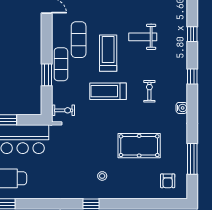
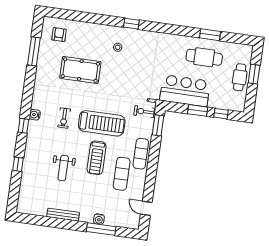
weight bench: (143, 37) -> (63, 168), turned 90
window: (47, 75) -> (158, 125), moved
treadmill: (108, 91) -> (102, 123), width x1.37, depth x1.38
water cooler: (182, 108) -> (35, 115), moved

